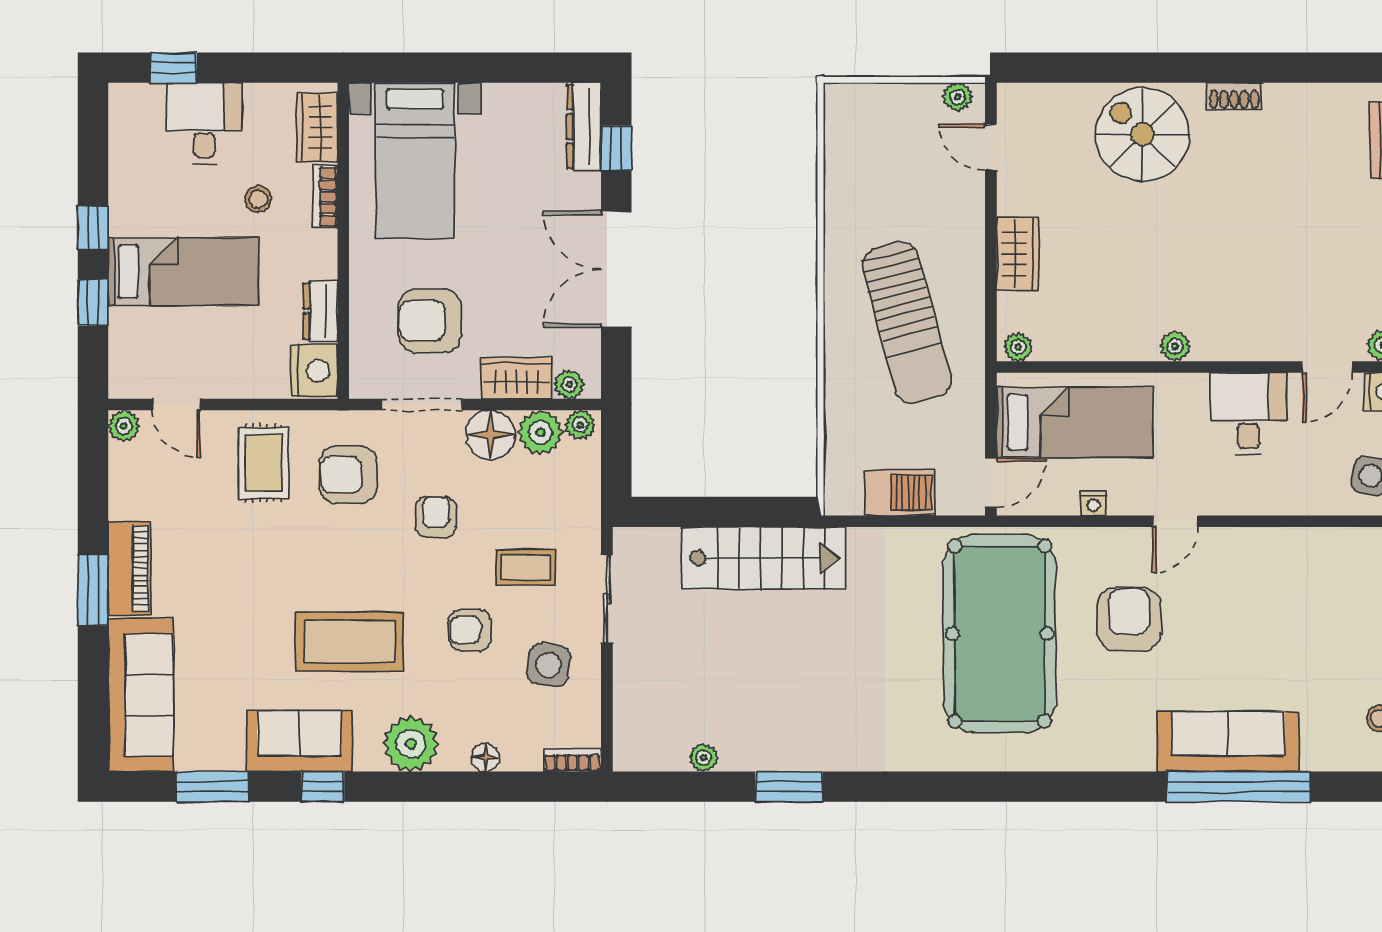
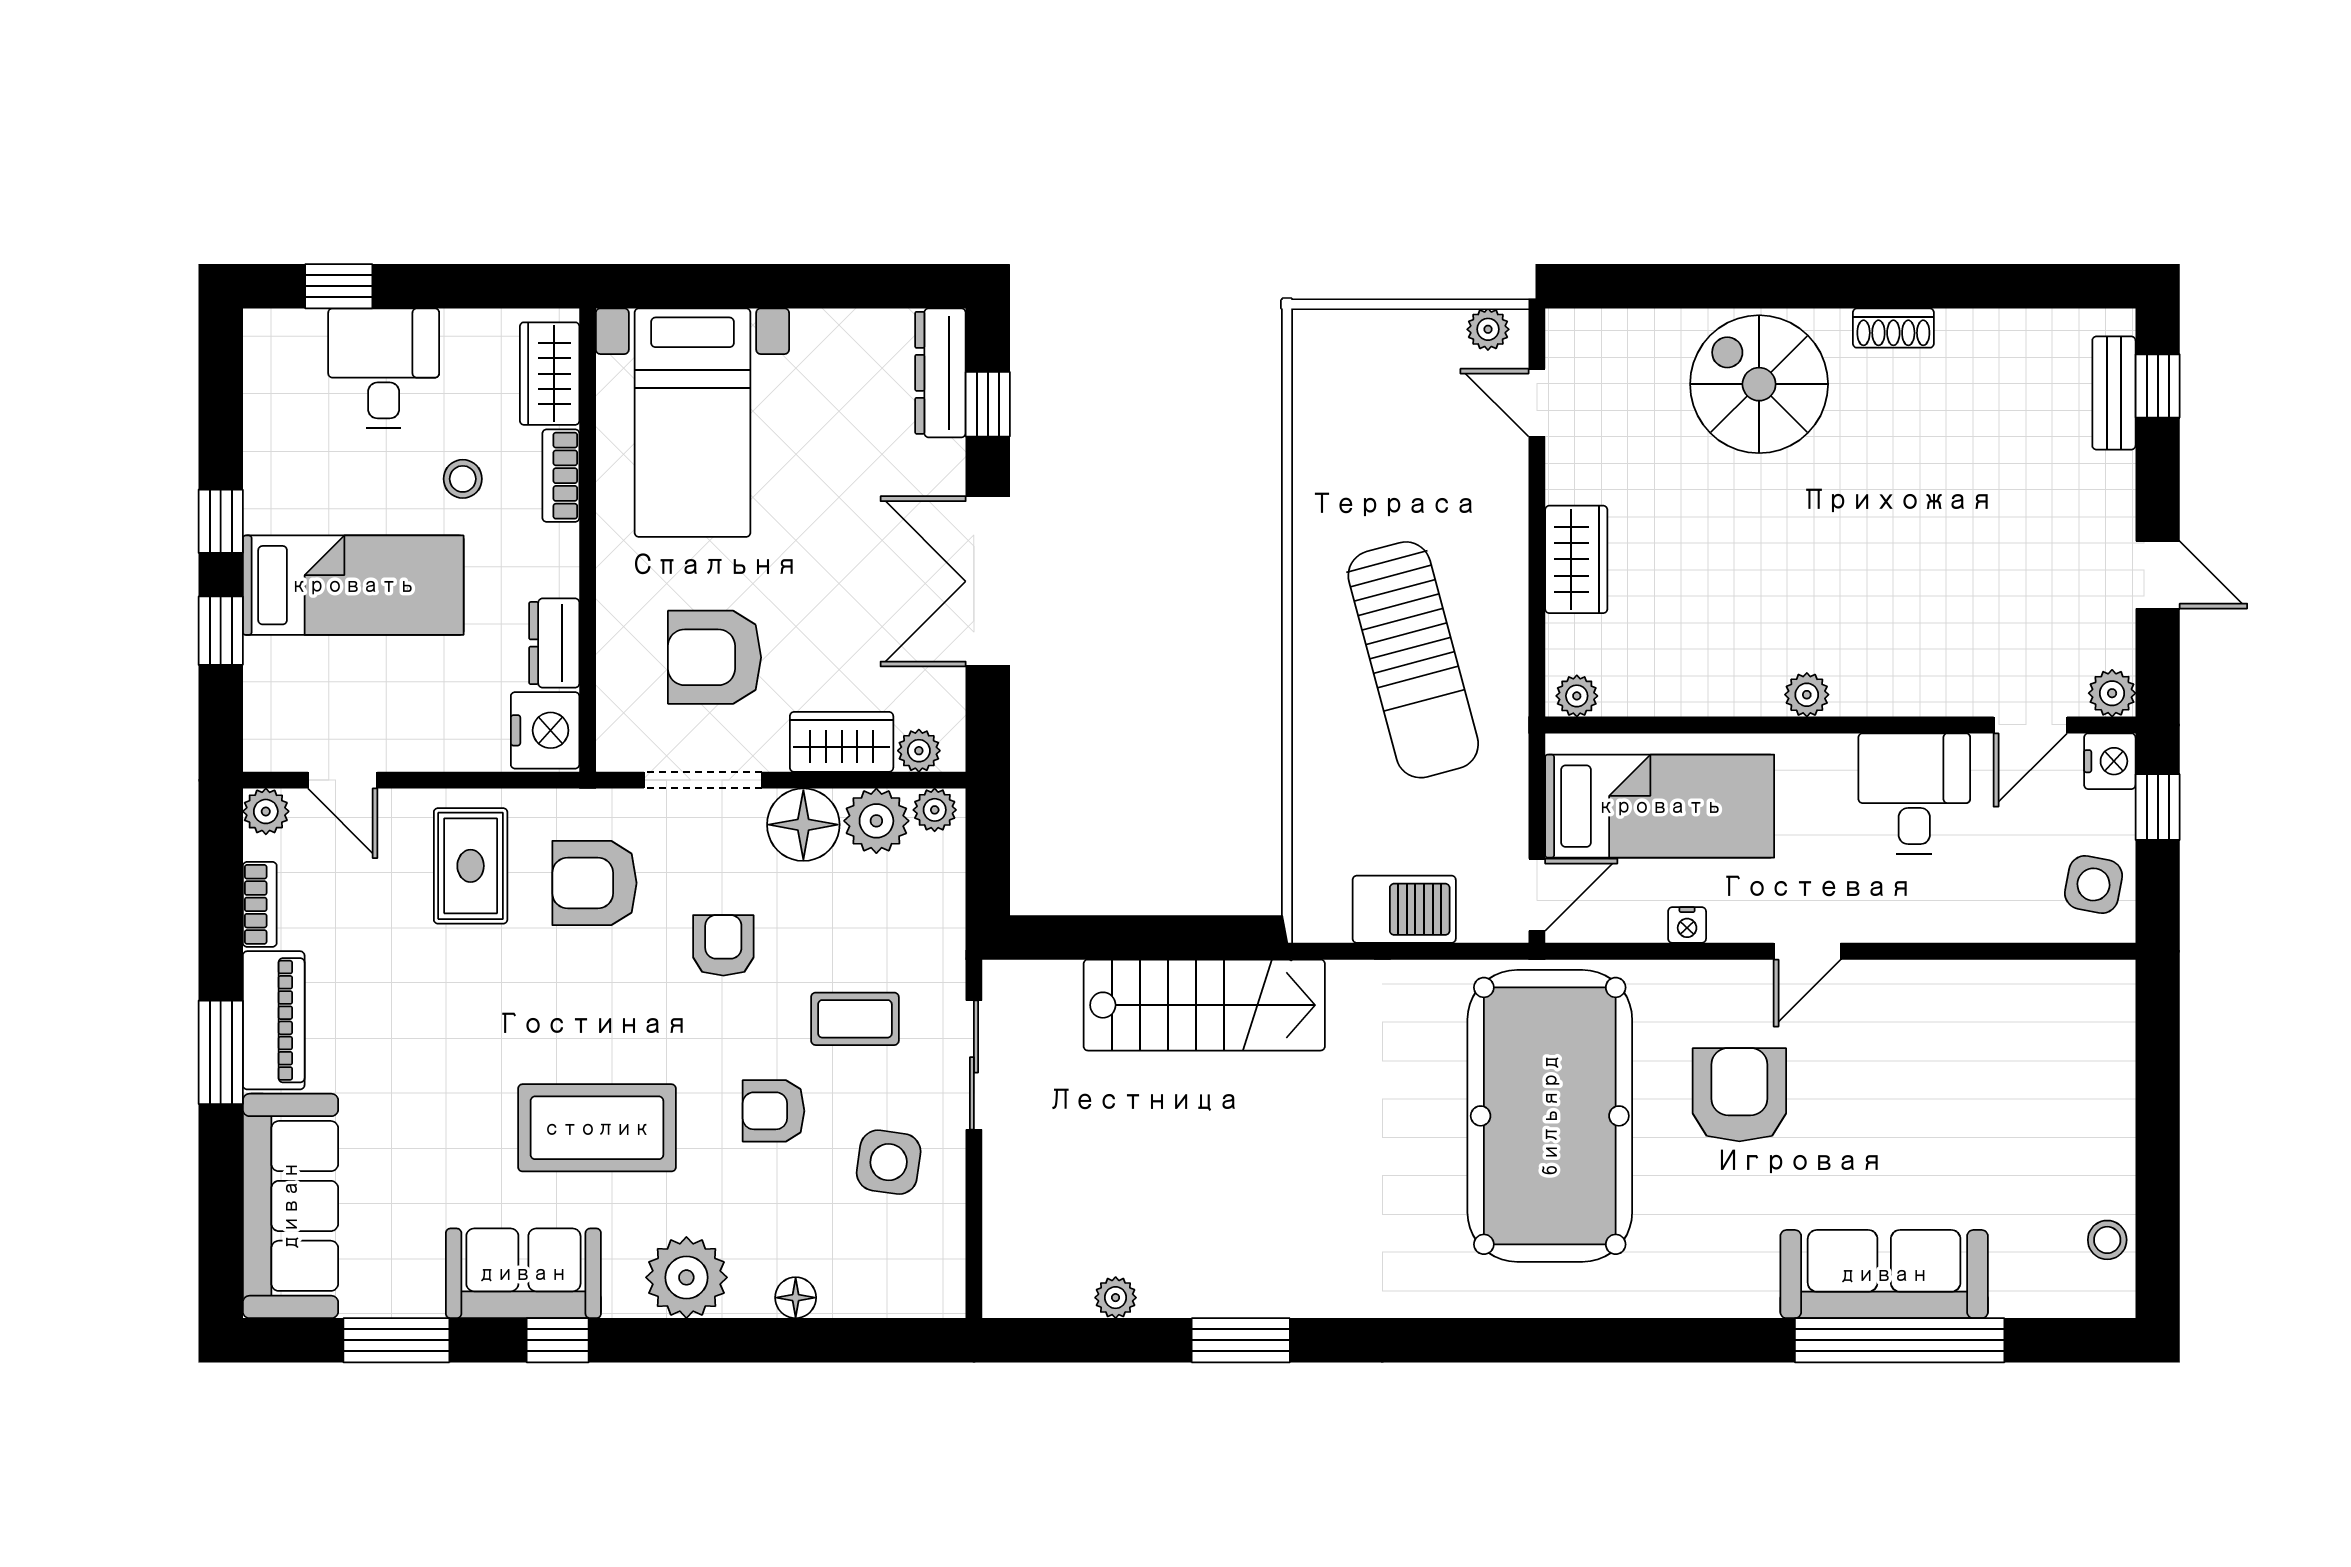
bookcase: (572, 760) -> (260, 904), moved, turned 90

